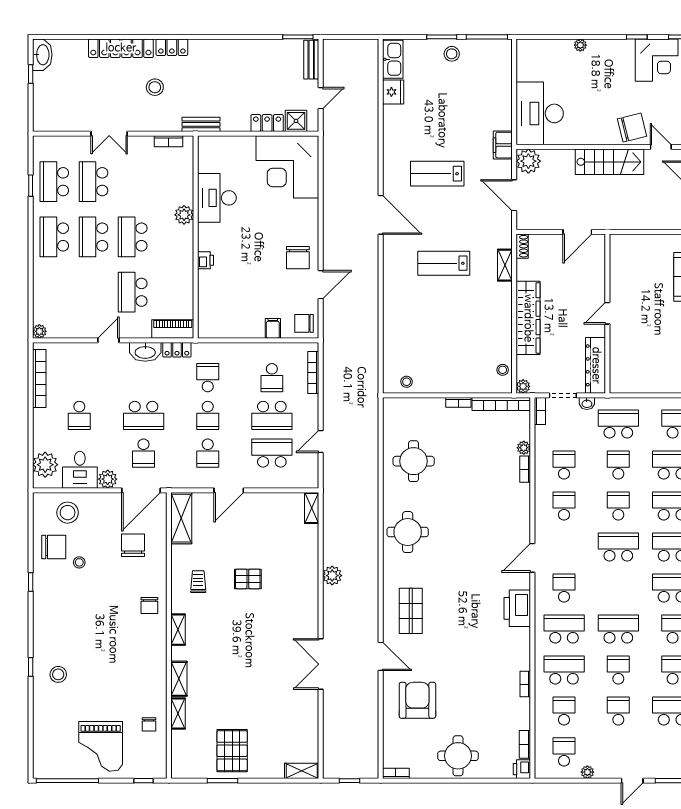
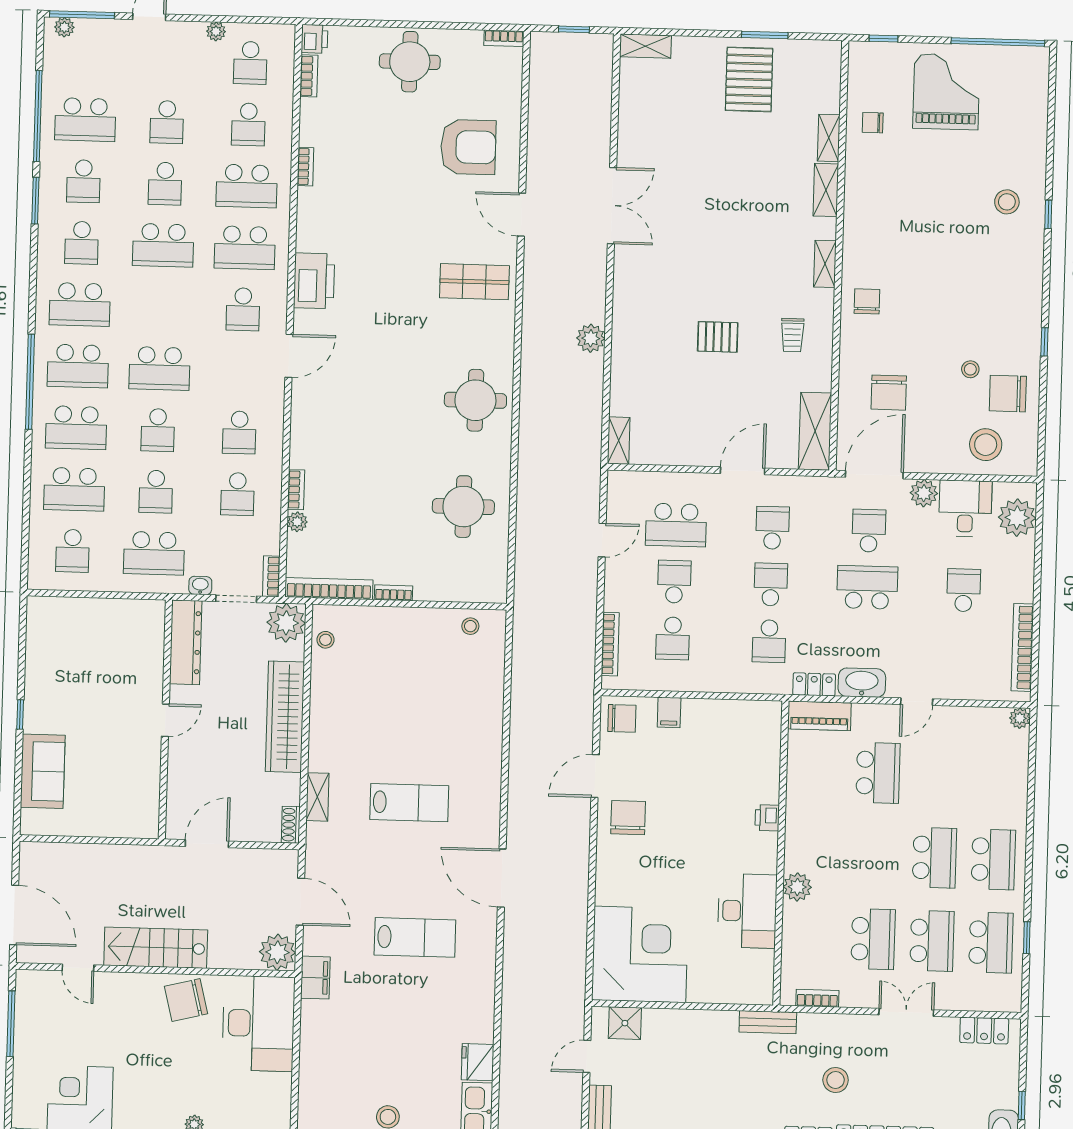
locker: (267, 123) -> (984, 1031), moved
chair: (632, 128) -> (186, 1000), moved
school desk: (133, 237) -> (873, 939), moved
school desk: (272, 378) -> (673, 638), turned 180
plant: (523, 386) -> (286, 623), width x1.87, depth x1.87
school desk: (272, 415) -> (674, 582), width x0.54
shop shelf: (411, 611) -> (474, 282), turned 90
armchair: (417, 700) -> (468, 147), turned -90
chair: (149, 724) -> (873, 123), turned -90

